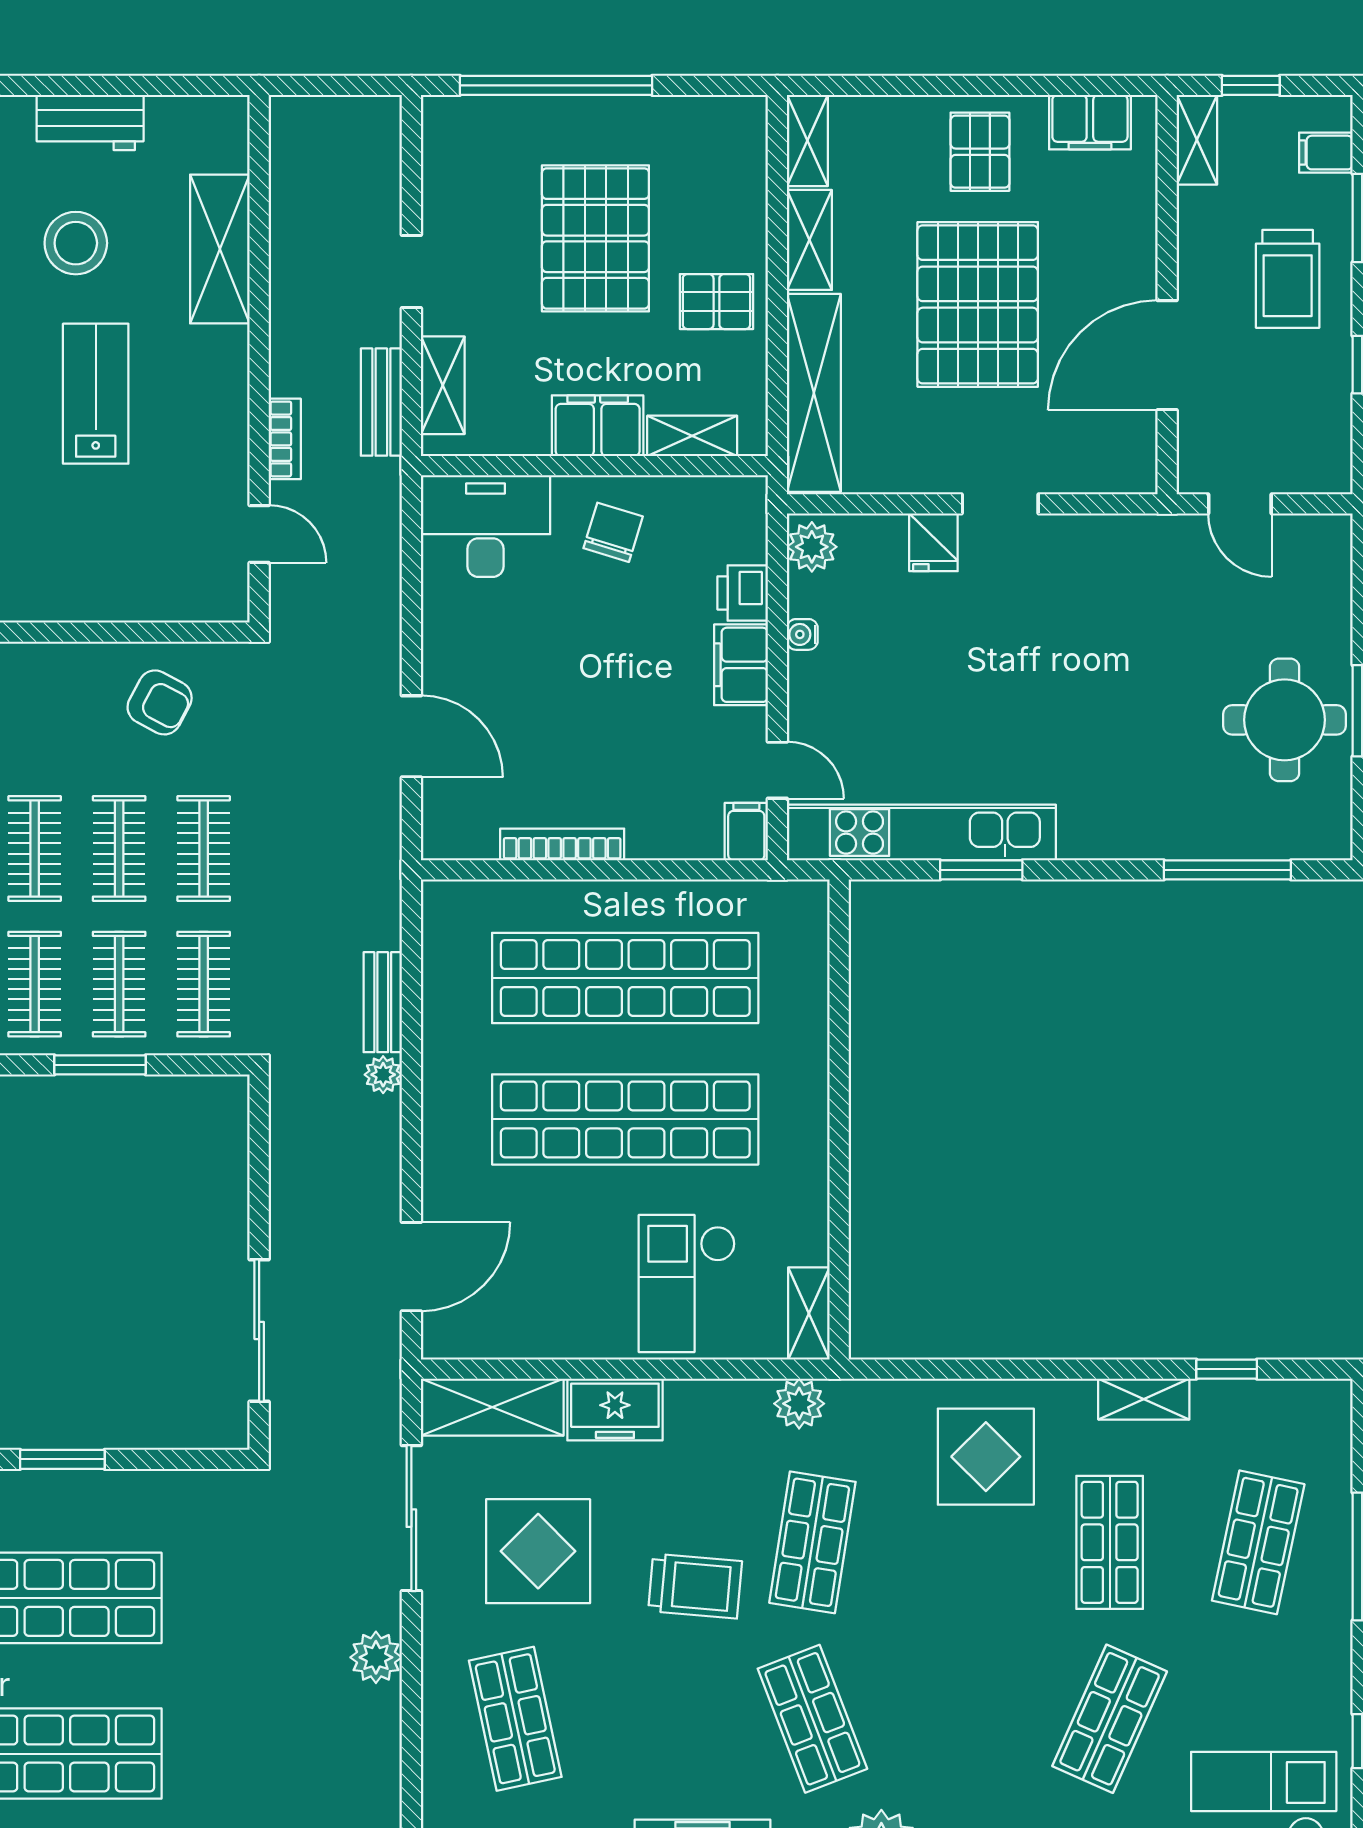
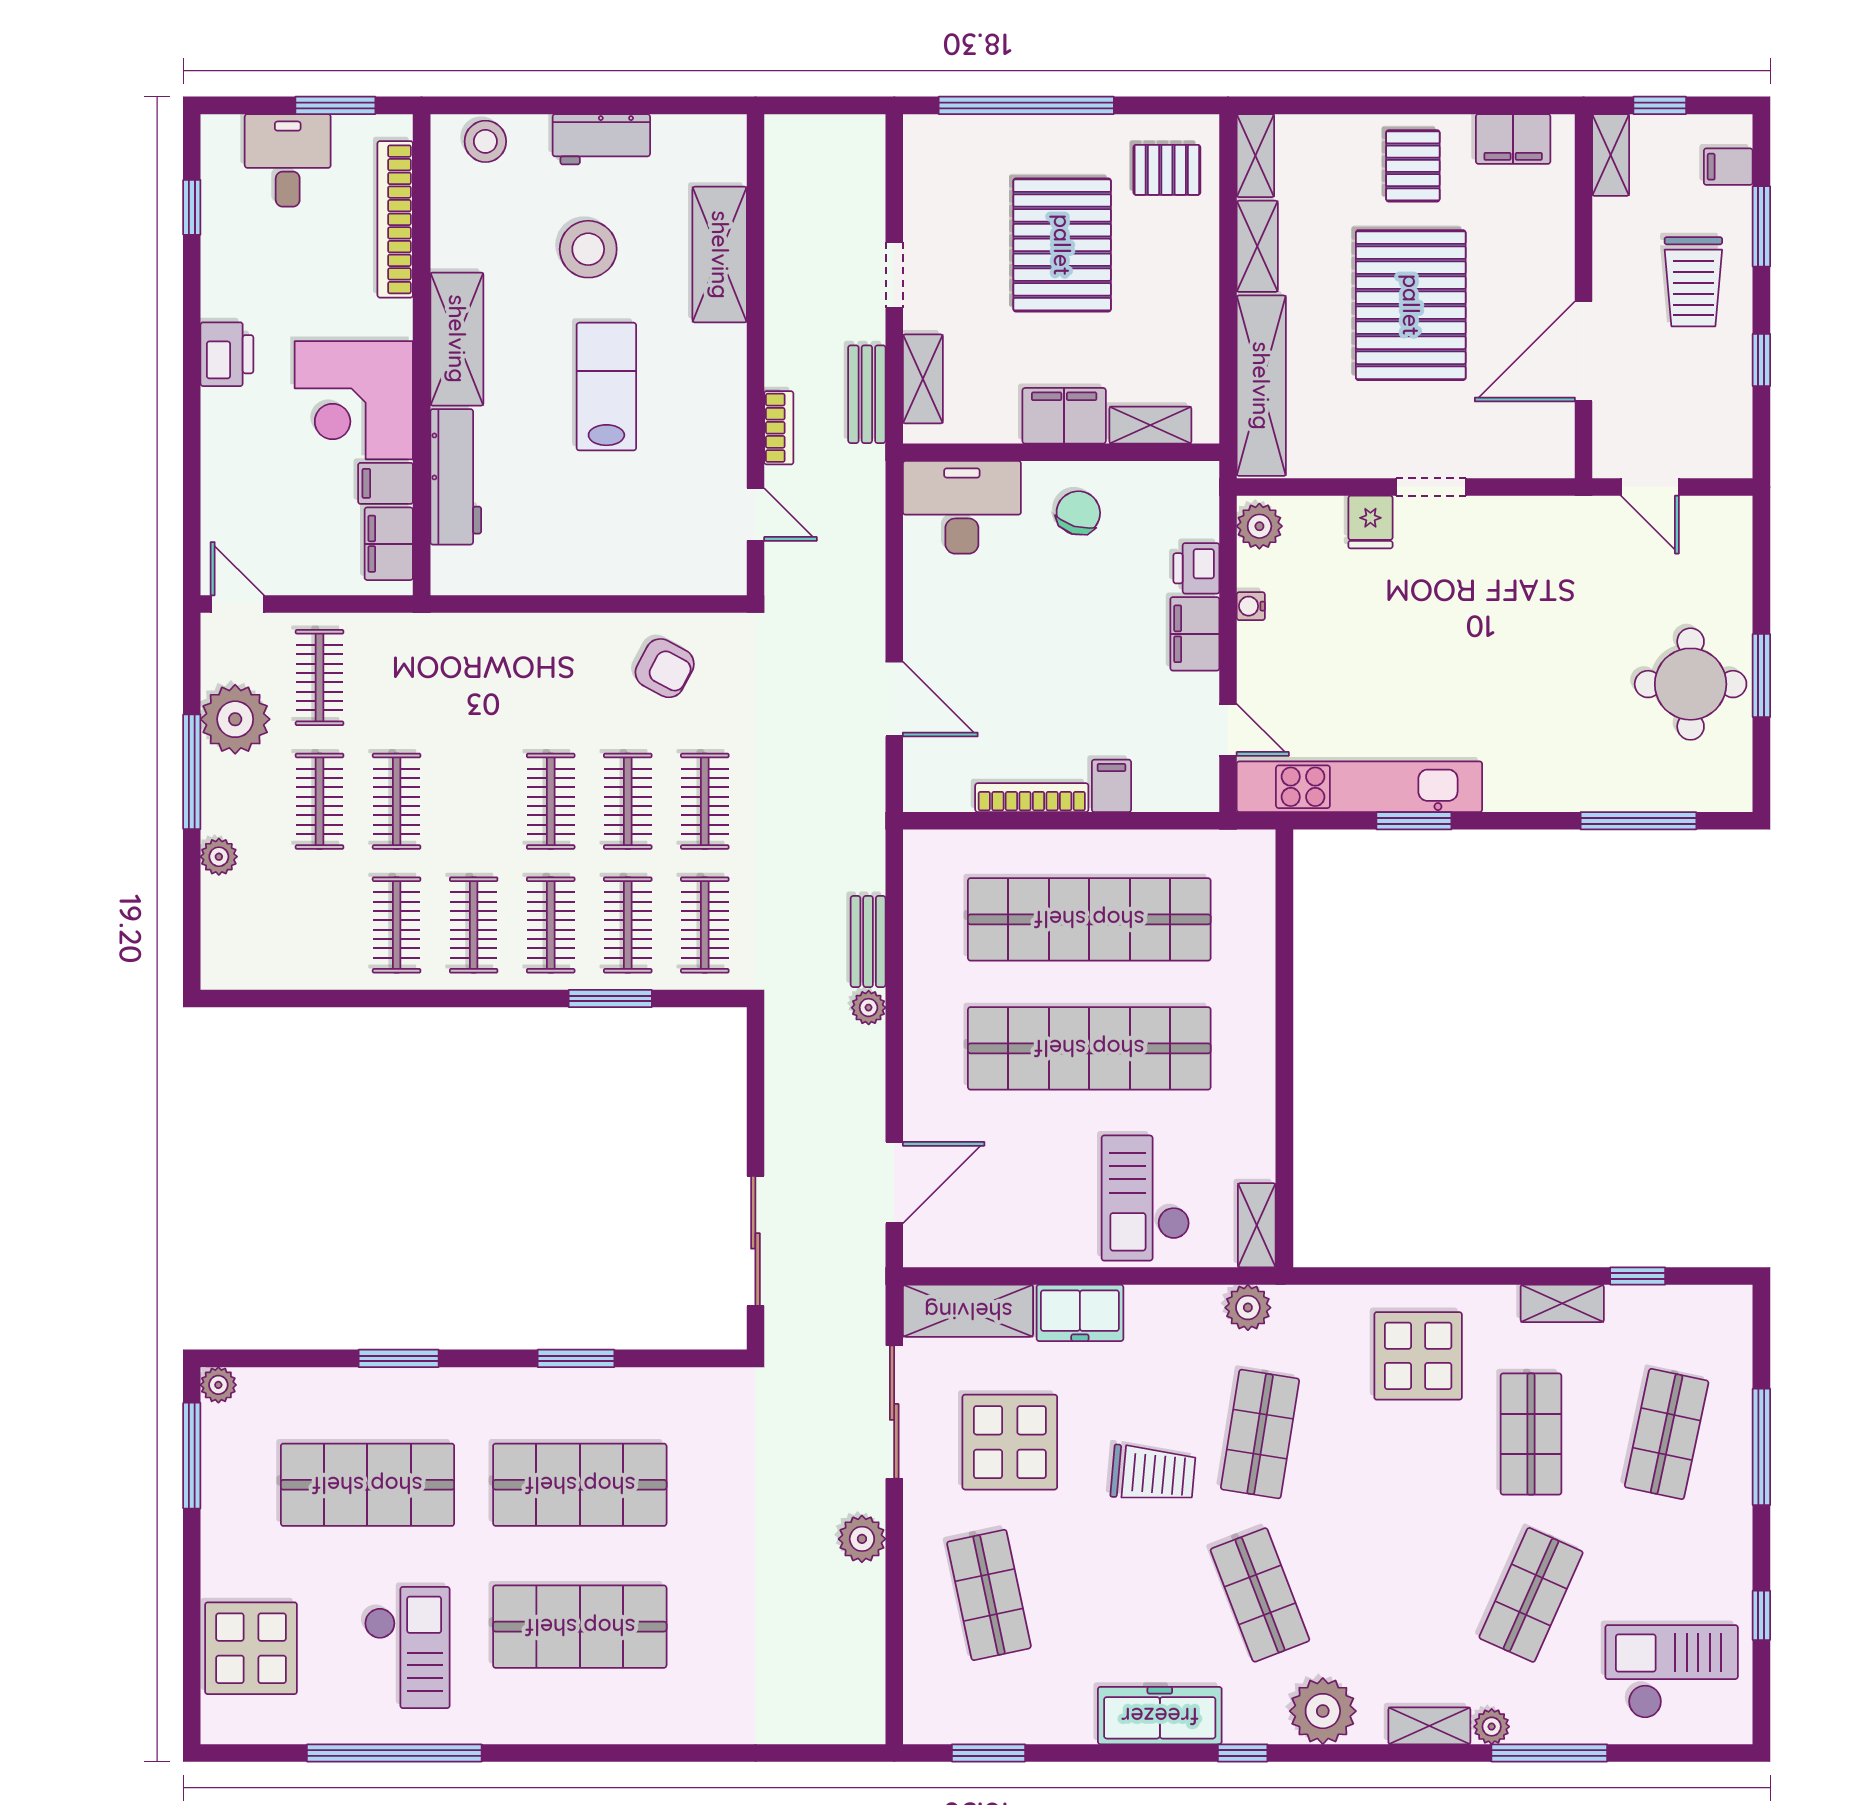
pallet: (716, 302) -> (1167, 170), moved
filing cabinet: (746, 832) -> (1111, 786), moved

